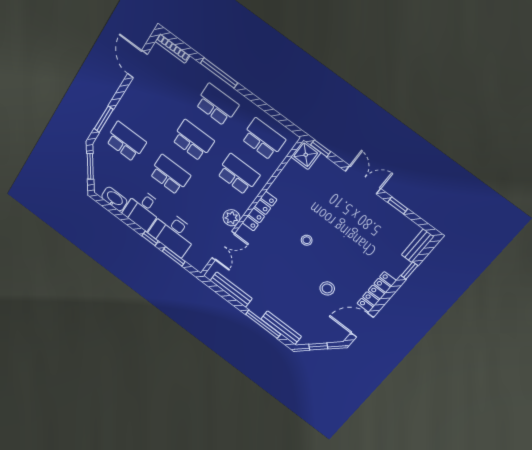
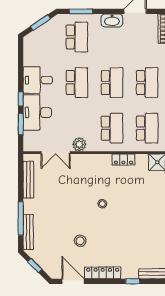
washbasin: (114, 199) -> (112, 20), moved, turned 90
locker: (259, 211) -> (123, 160), moved, width x0.66

